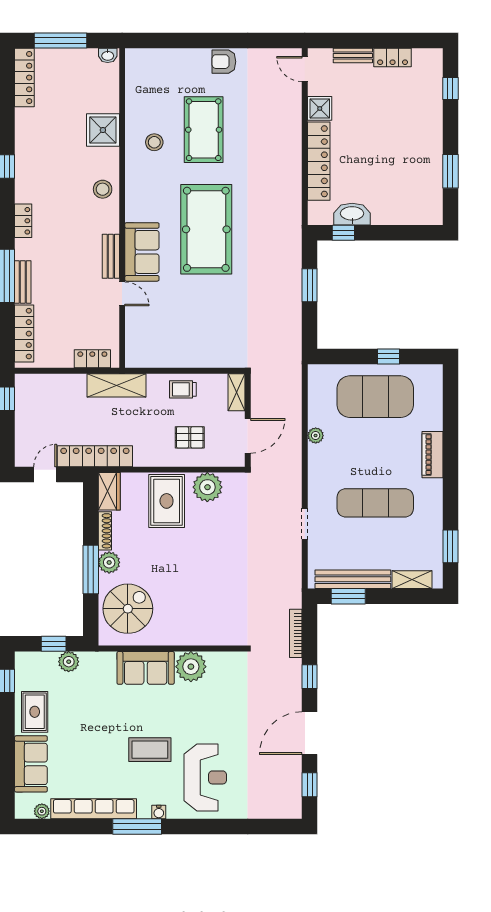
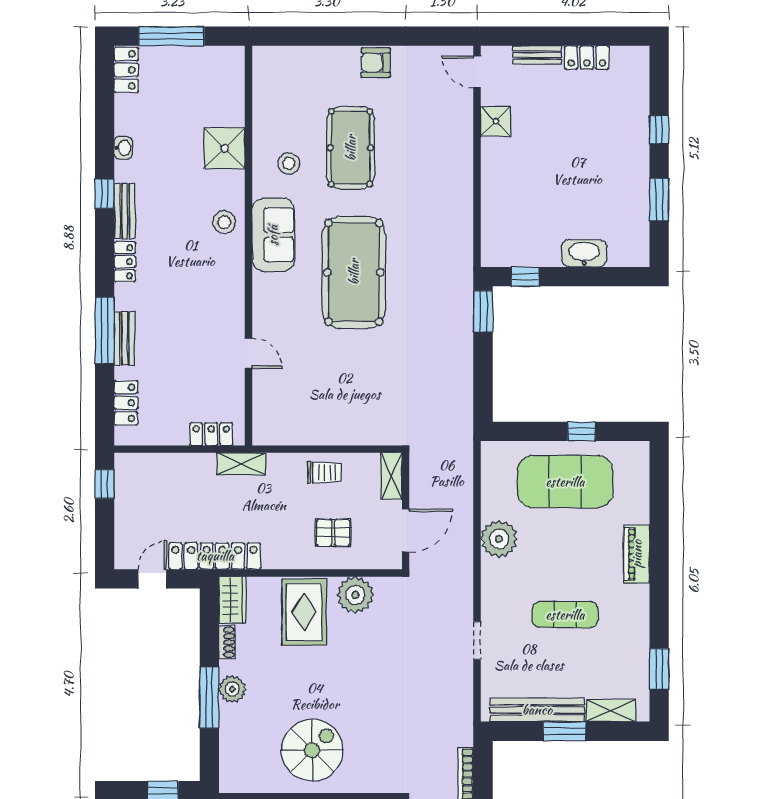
washbasin: (108, 55) -> (123, 148), moved, turned -90
locker: (24, 78) -> (126, 70), width x0.66
window: (450, 89) -> (659, 130), moved
locker: (319, 161) -> (495, 187), removed
washbasin: (352, 214) -> (584, 253), moved
sofa: (142, 252) -> (273, 235), moved
bench: (111, 256) -> (125, 211), moved
window: (310, 285) -> (483, 311), moved
locker: (24, 334) -> (126, 403), width x0.66
shelving: (116, 385) -> (241, 464), width x0.67, depth x0.75
trolley: (183, 389) -> (324, 473), turned 180
plant: (316, 435) -> (499, 539), width x1.87, depth x1.87
exercise mat: (375, 503) -> (565, 615), width x0.73, depth x0.69
shoe rack: (105, 531) -> (227, 642), width x0.70
window: (348, 596) -> (565, 731), moved
spiral stairs: (128, 609) -> (312, 750), moved

